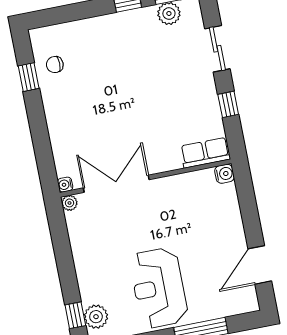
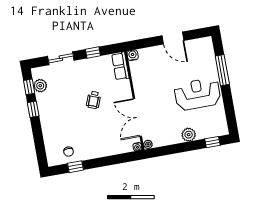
wheelchair: (145, 107) -> (94, 100), added
door: (260, 265) -> (173, 38), moved
reception desk: (159, 288) -> (197, 94), turned 180
plant: (96, 317) -> (189, 135), moved

